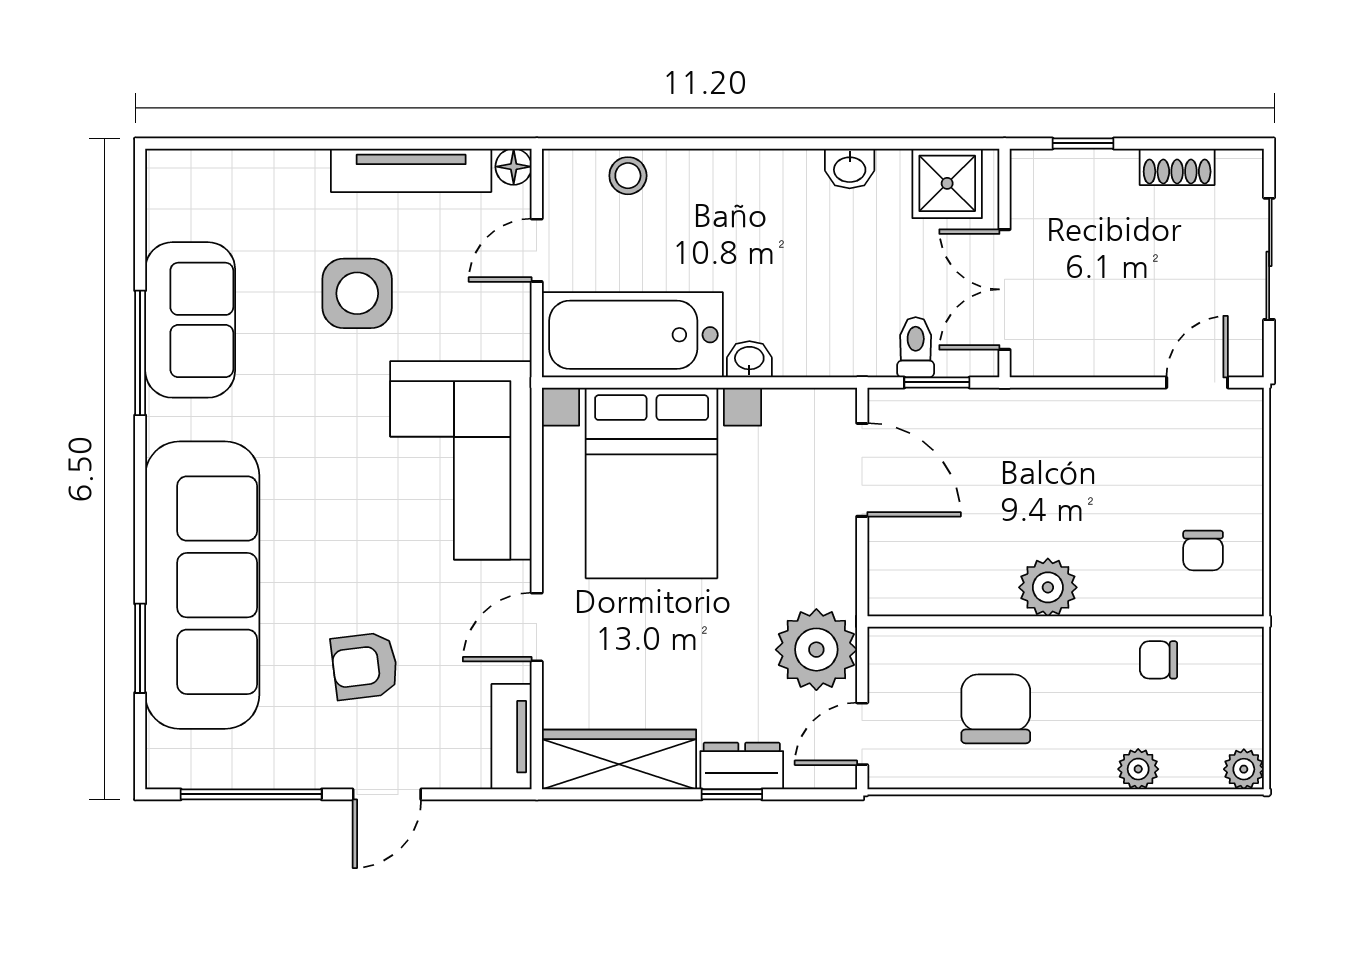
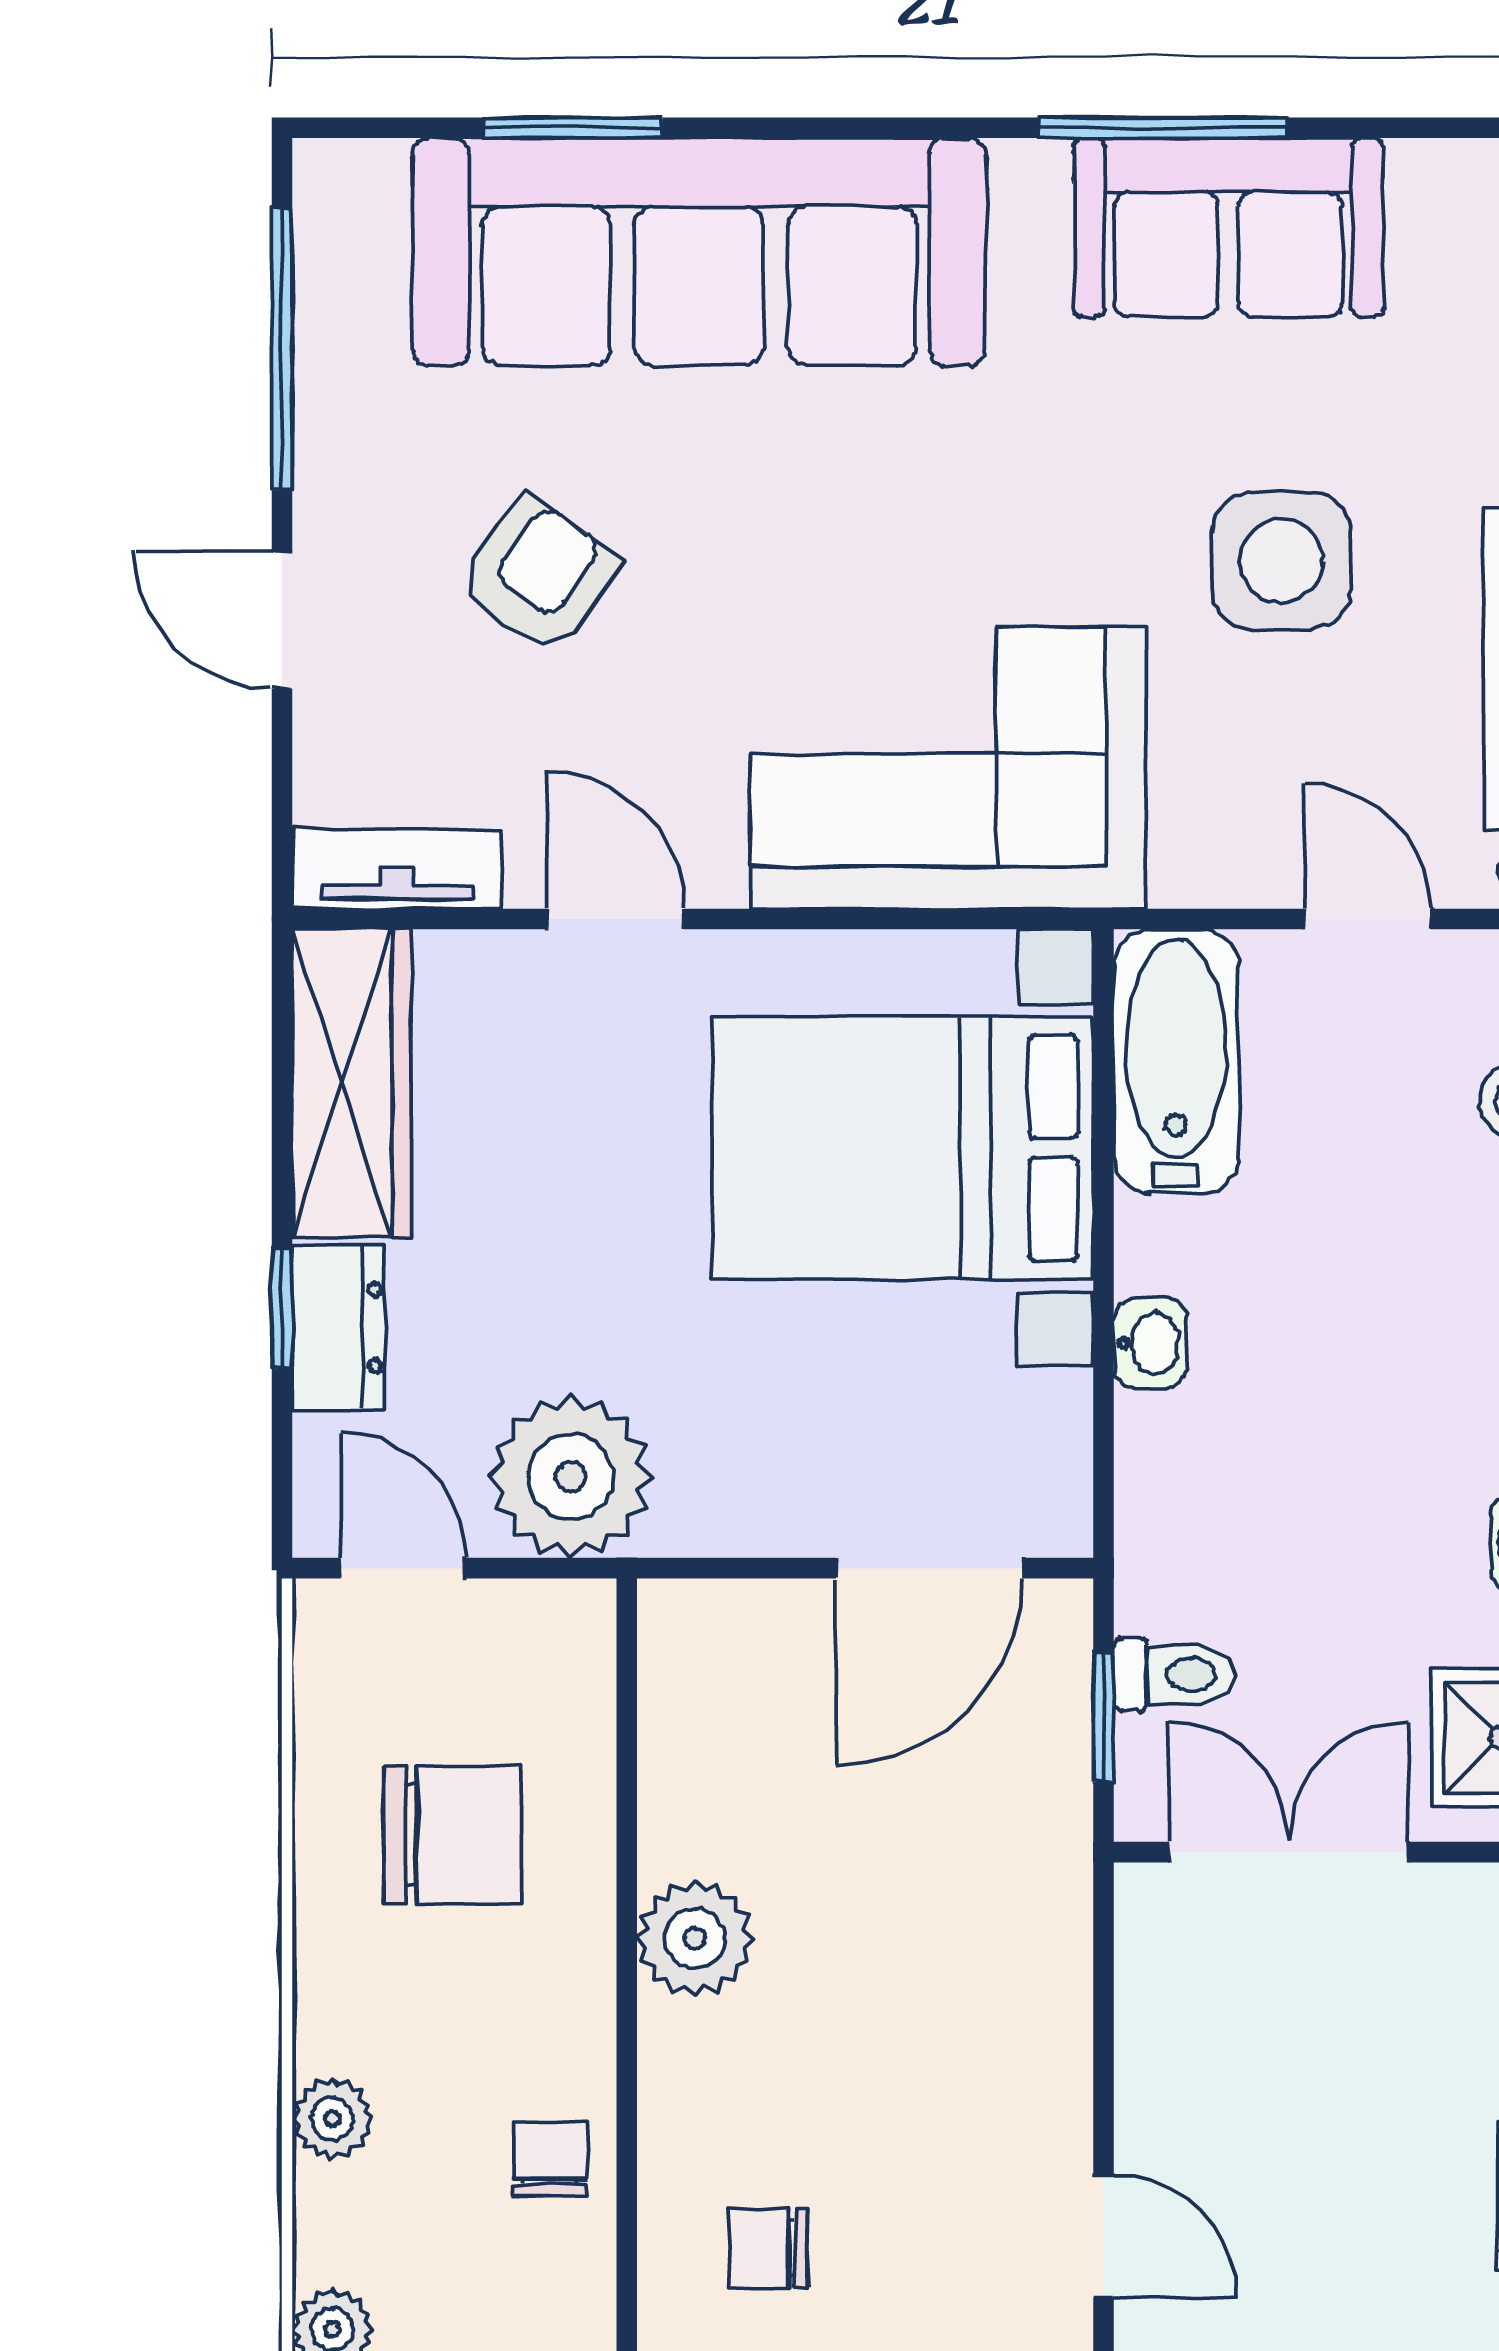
bathtub: (632, 335) -> (1176, 1061), width x0.73, depth x0.73
armchair: (365, 666) -> (538, 576), turned 42

